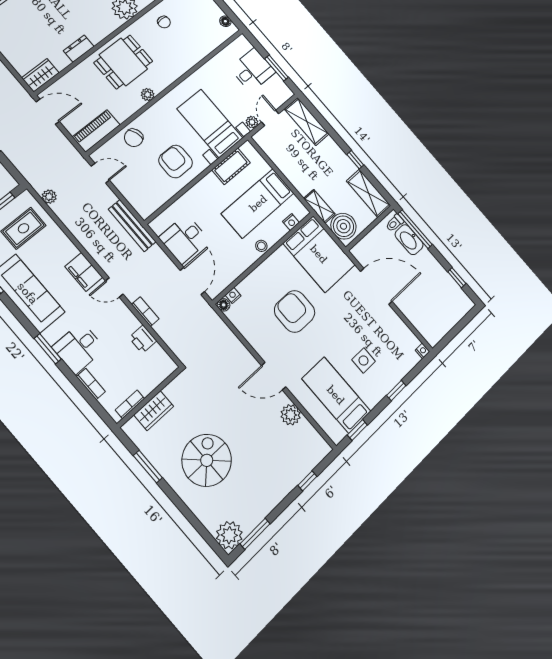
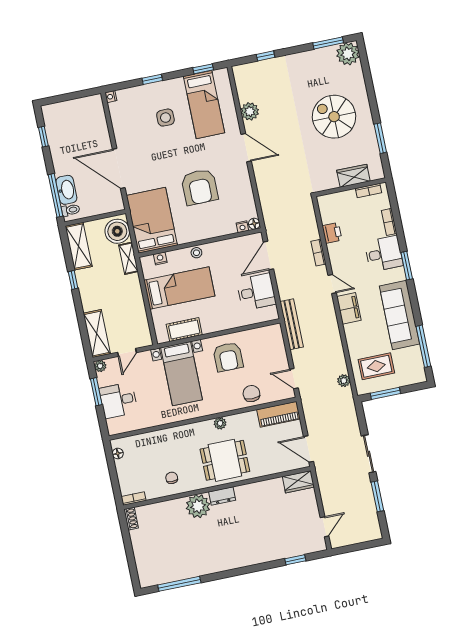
dresser: (79, 49) -> (222, 496), moved
plant: (252, 122) -> (100, 366), moved
chair: (134, 138) -> (251, 394), turned -71
spiral stairs: (207, 460) -> (334, 117), turned 90

